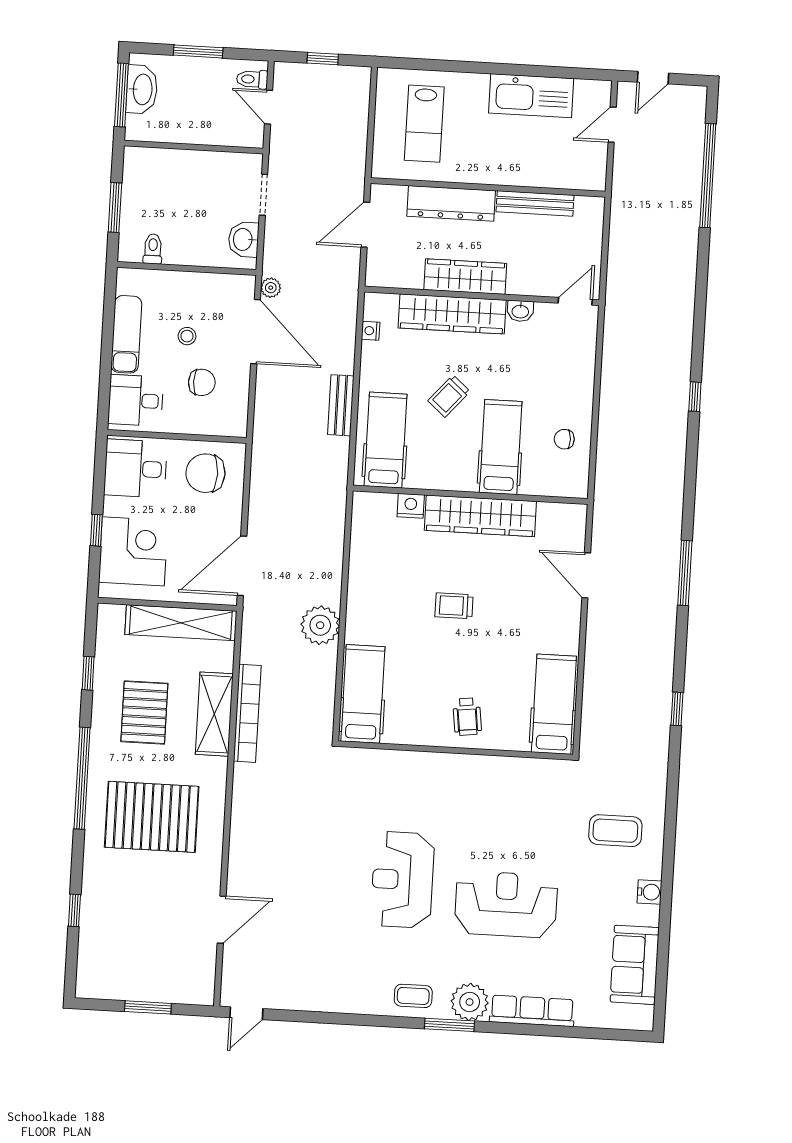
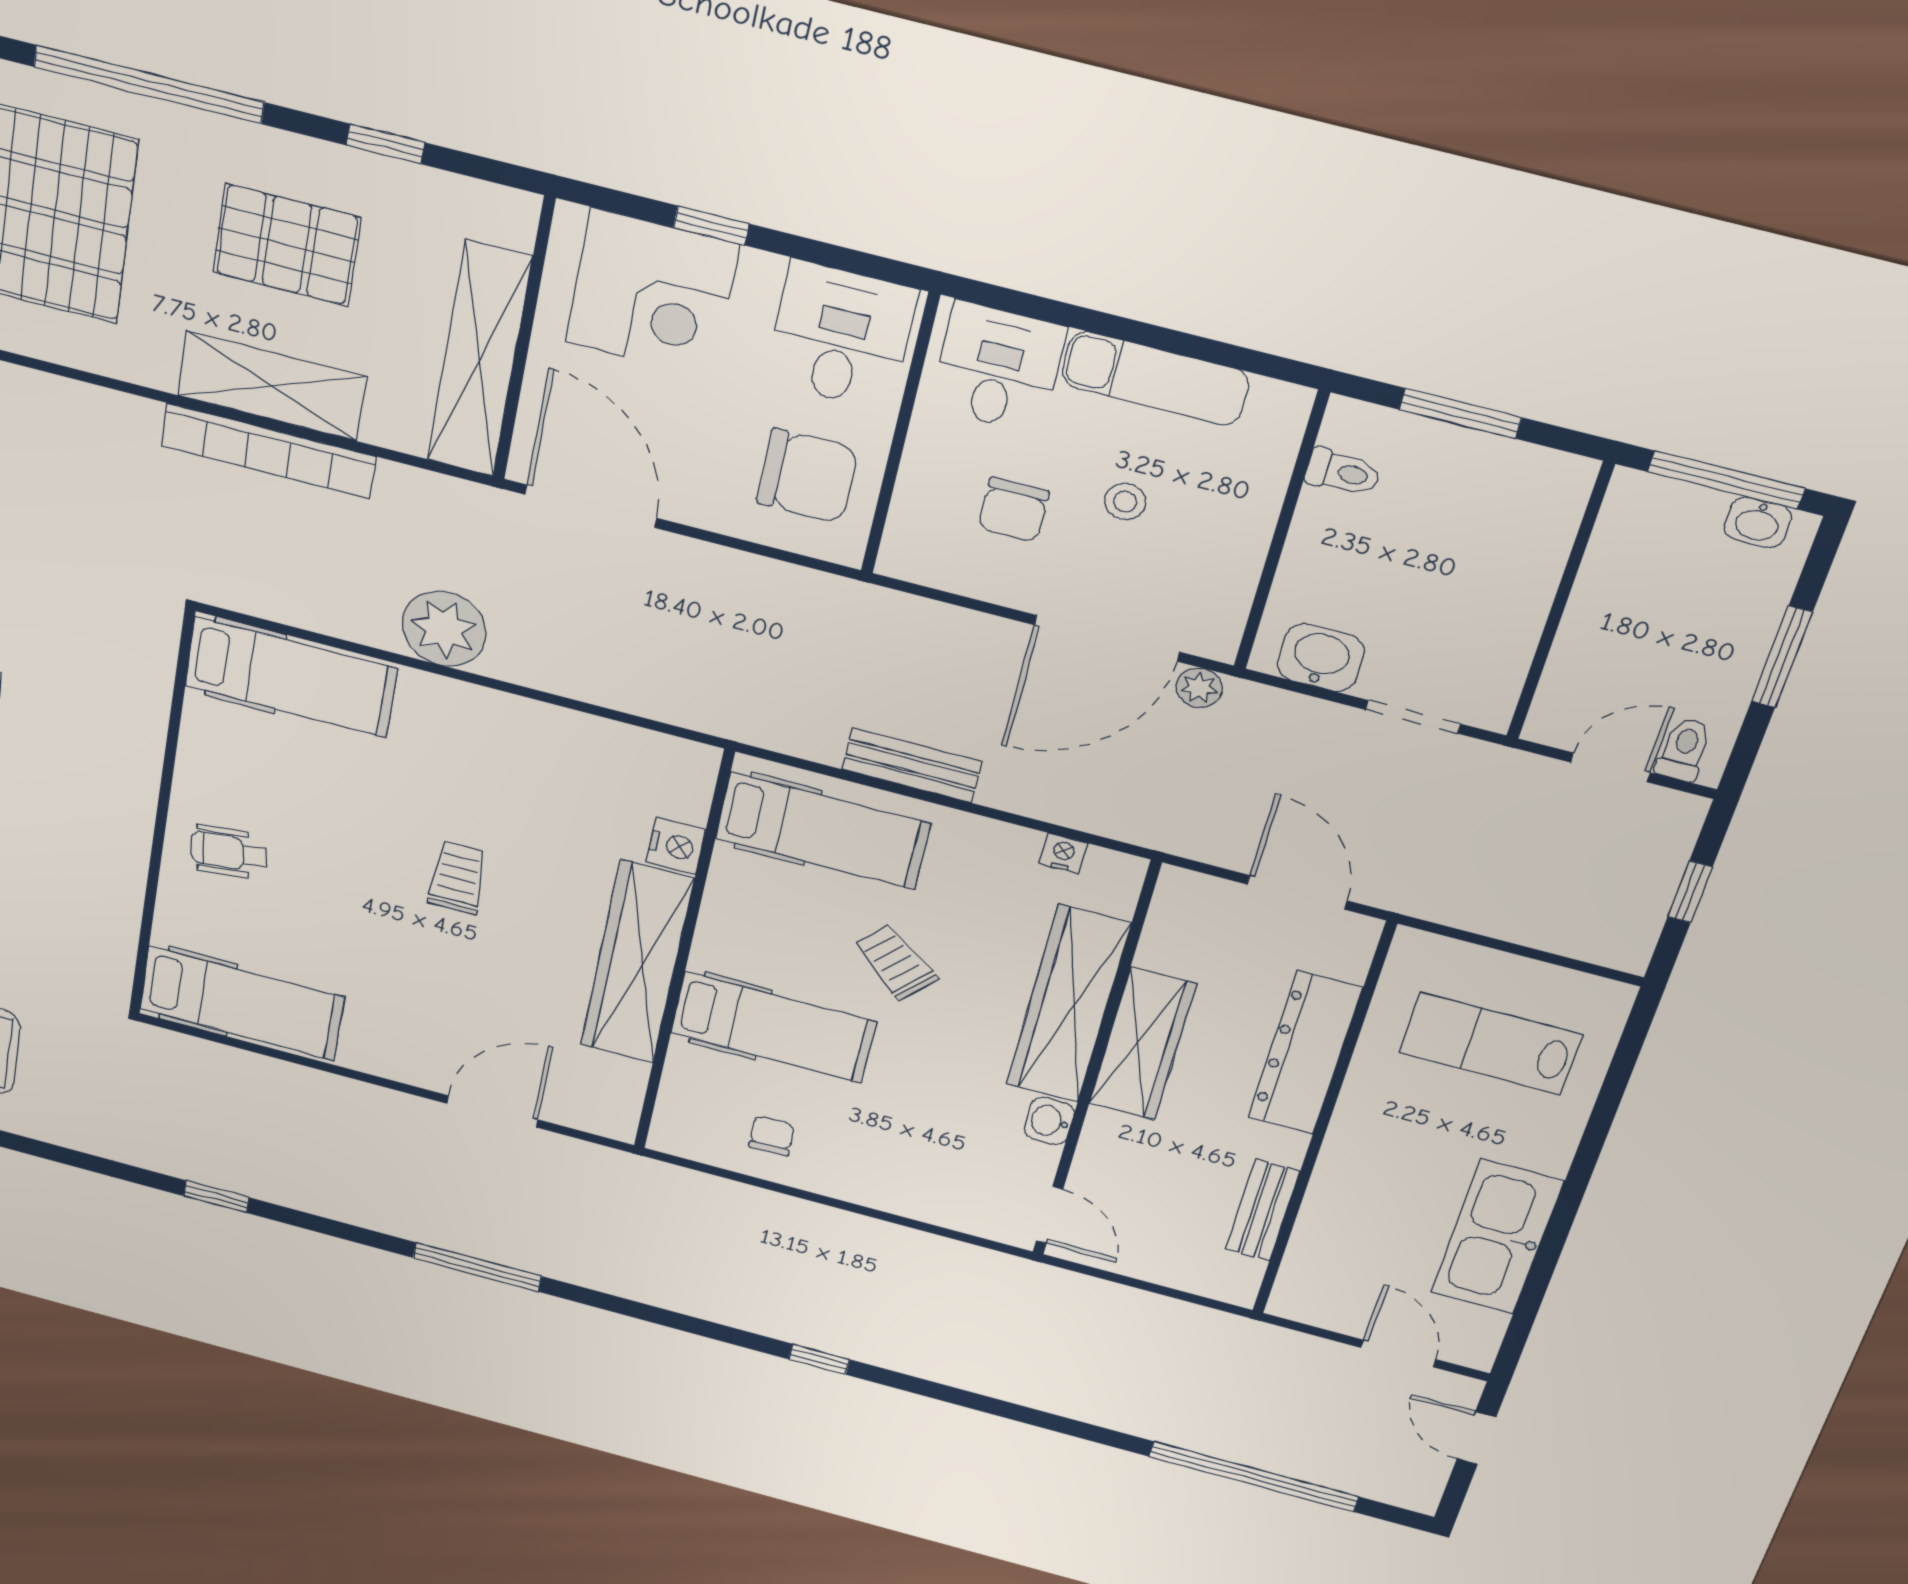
washbasin: (142, 89) -> (1758, 522), width x0.52, depth x0.69
bench: (535, 203) -> (1263, 1210), width x0.73
chair: (205, 473) -> (807, 476), turned 90

